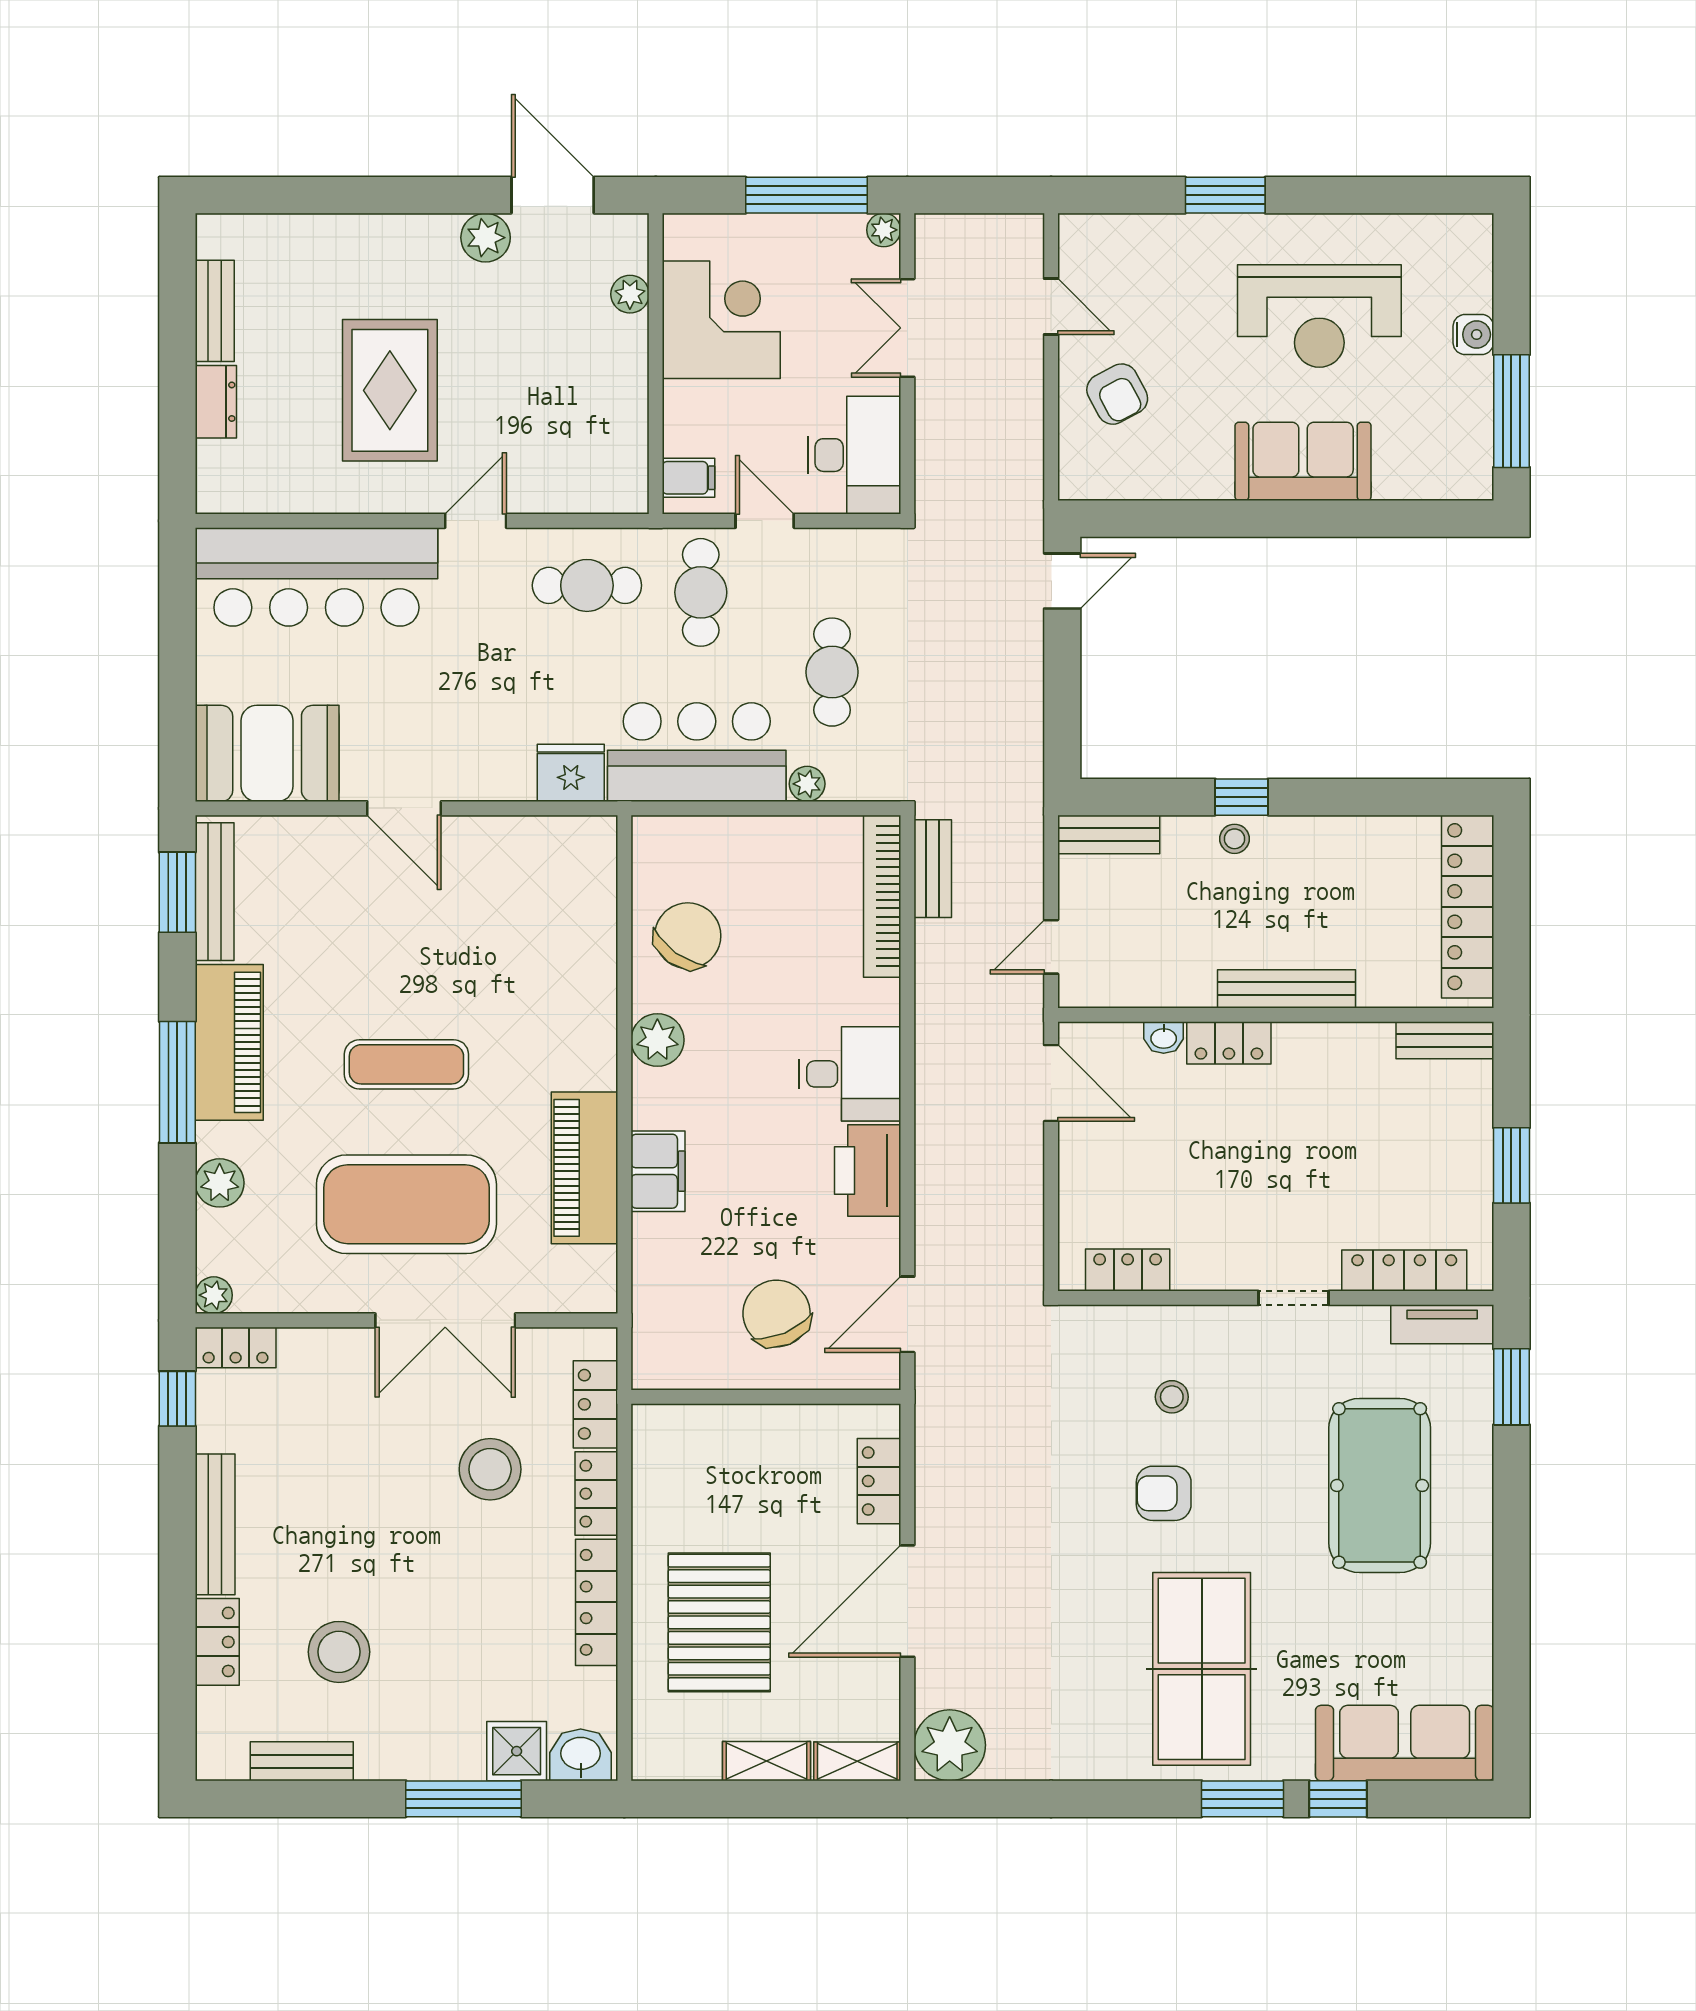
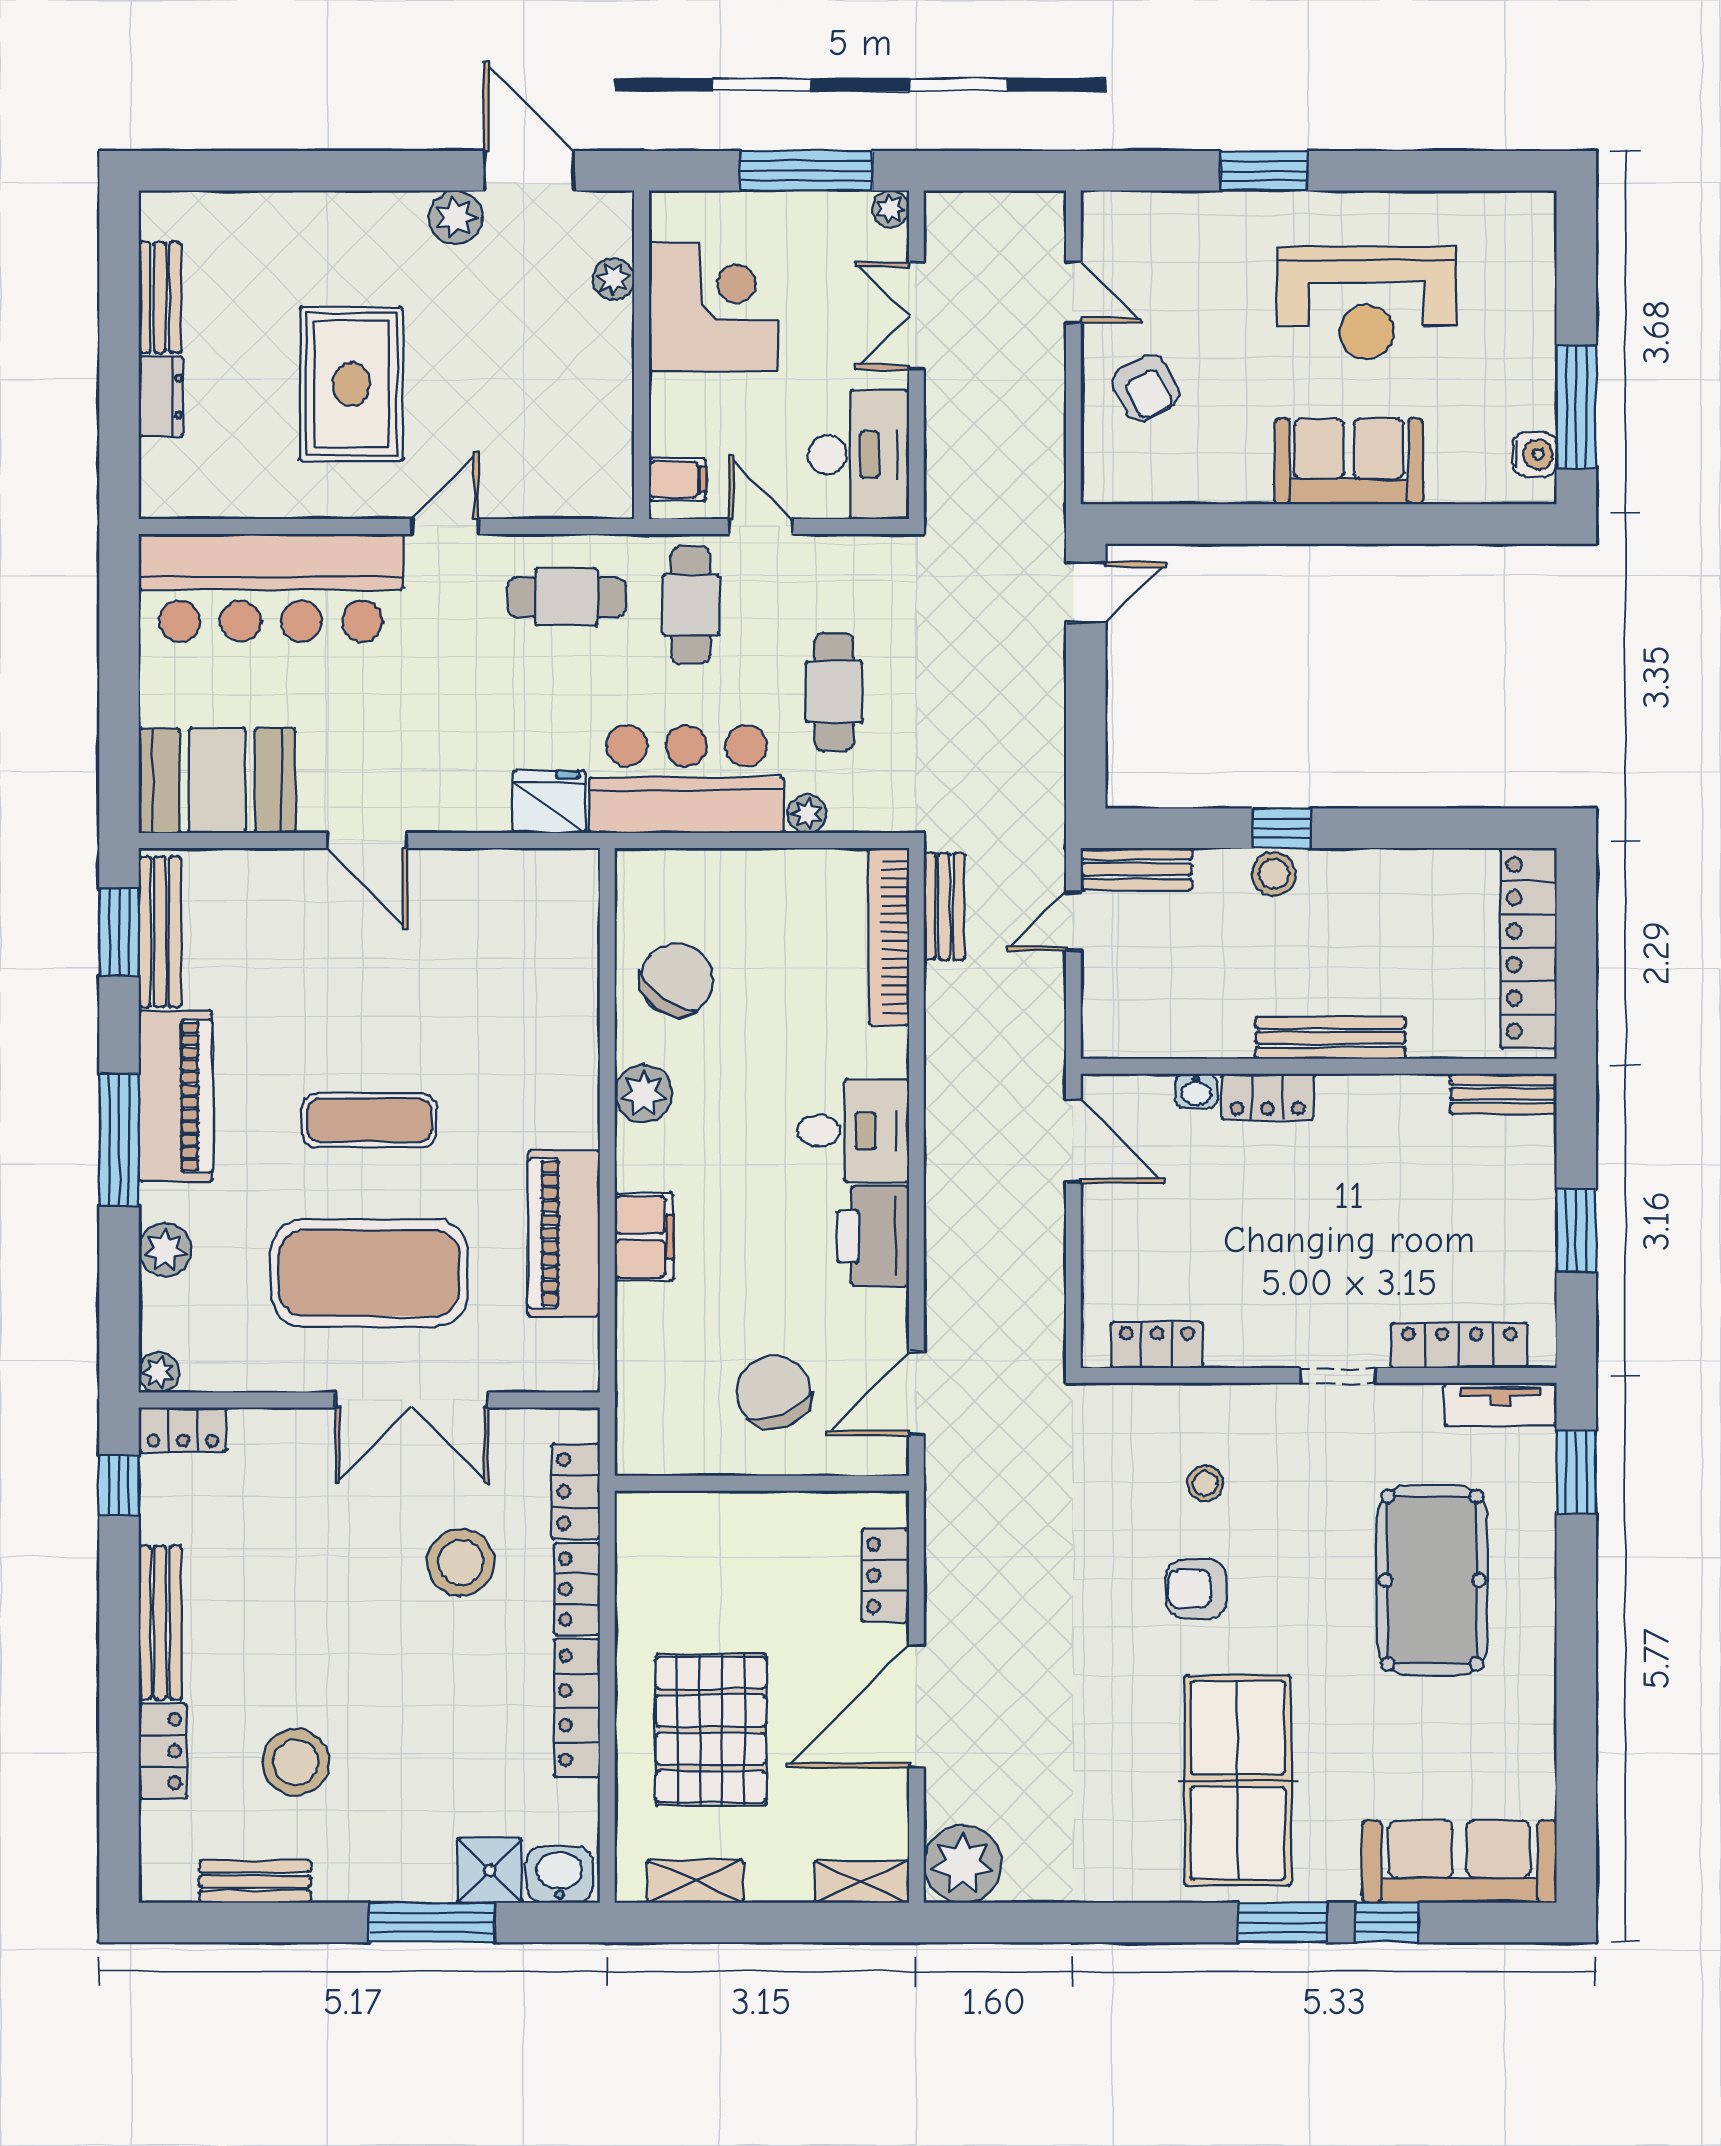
water cooler: (1473, 335) -> (1535, 454), moved
stool: (1235, 839) -> (1274, 874), width x1.37, depth x1.37
door: (1051, 947) -> (1073, 921), moved
shelving: (766, 1761) -> (695, 1881), moved

